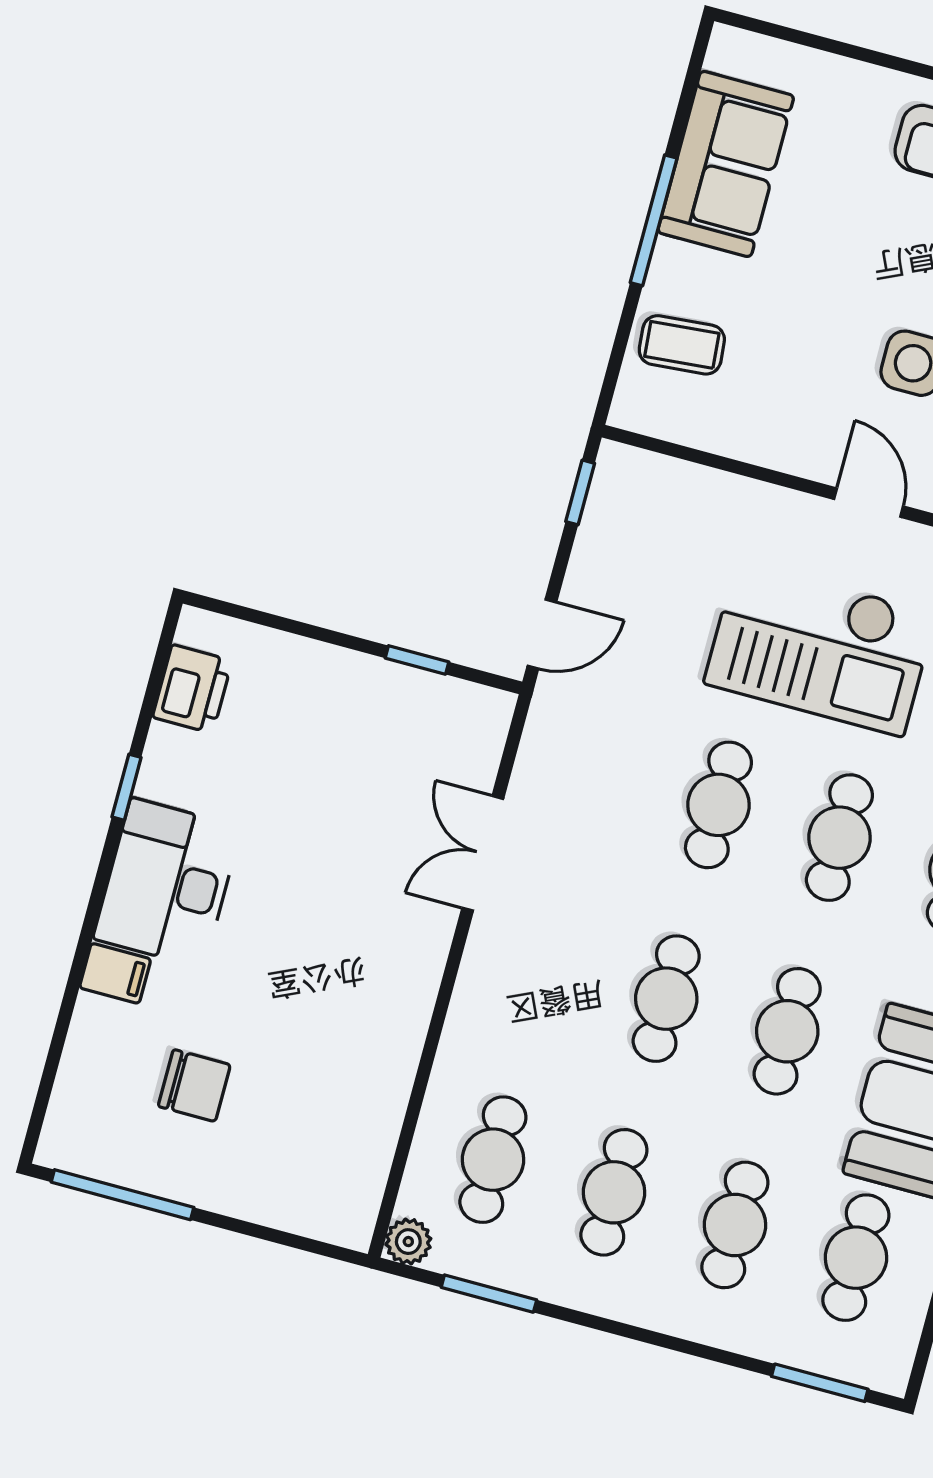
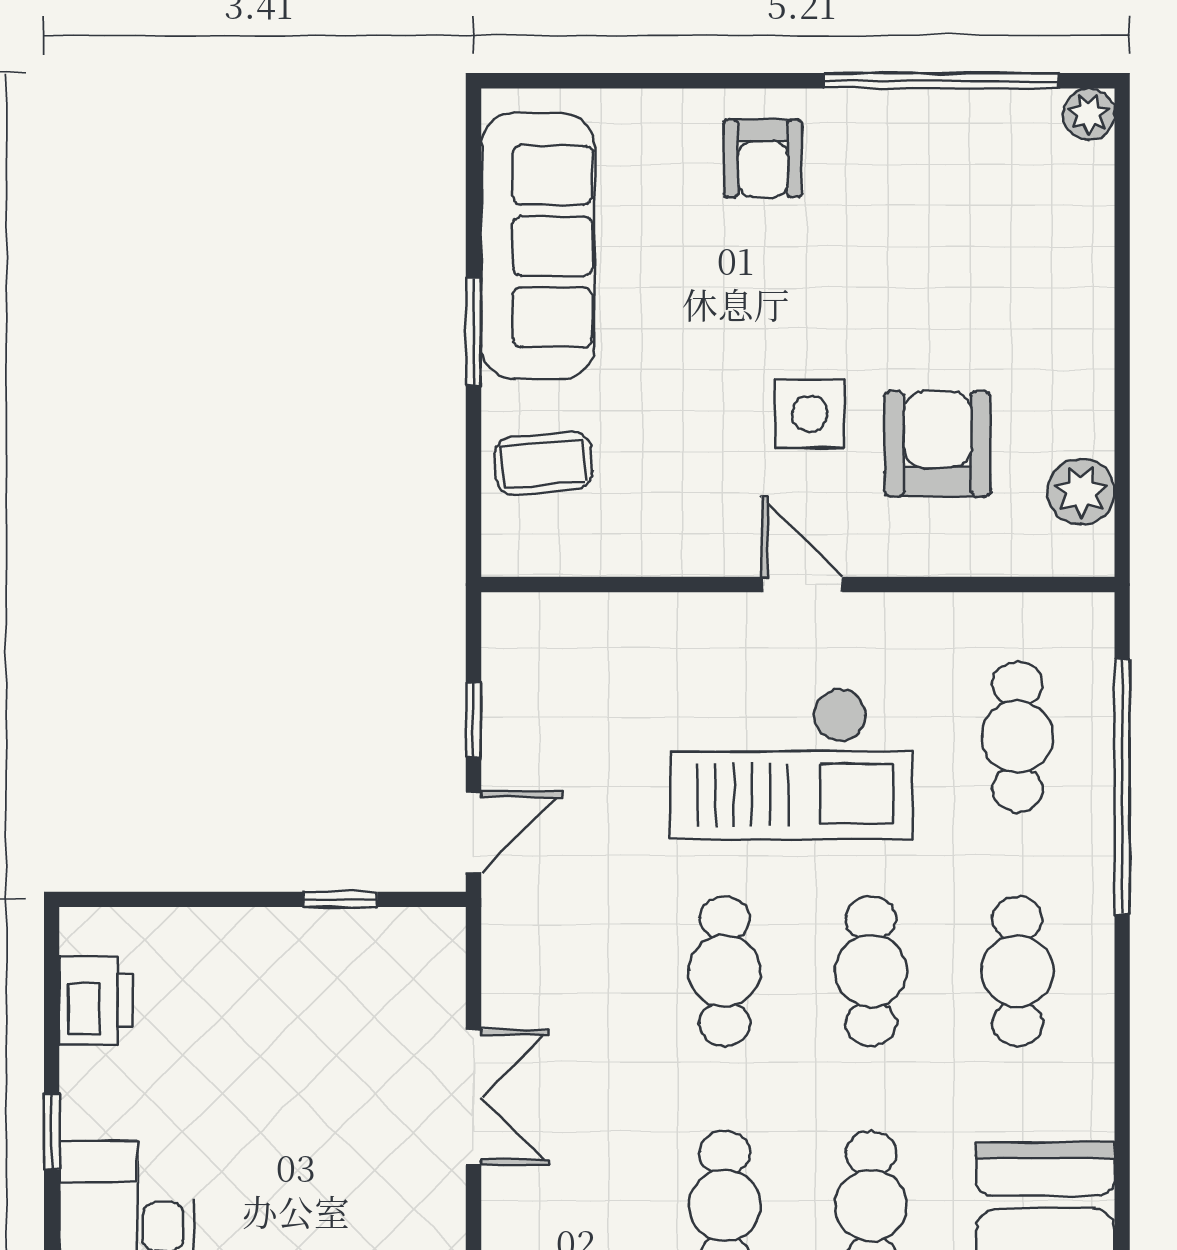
sofa: (726, 164) -> (538, 246), width x1.36
window: (654, 220) -> (474, 332), width x0.69
window: (580, 492) -> (474, 720), moved
double door: (483, 853) -> (474, 1097), swing flipped

